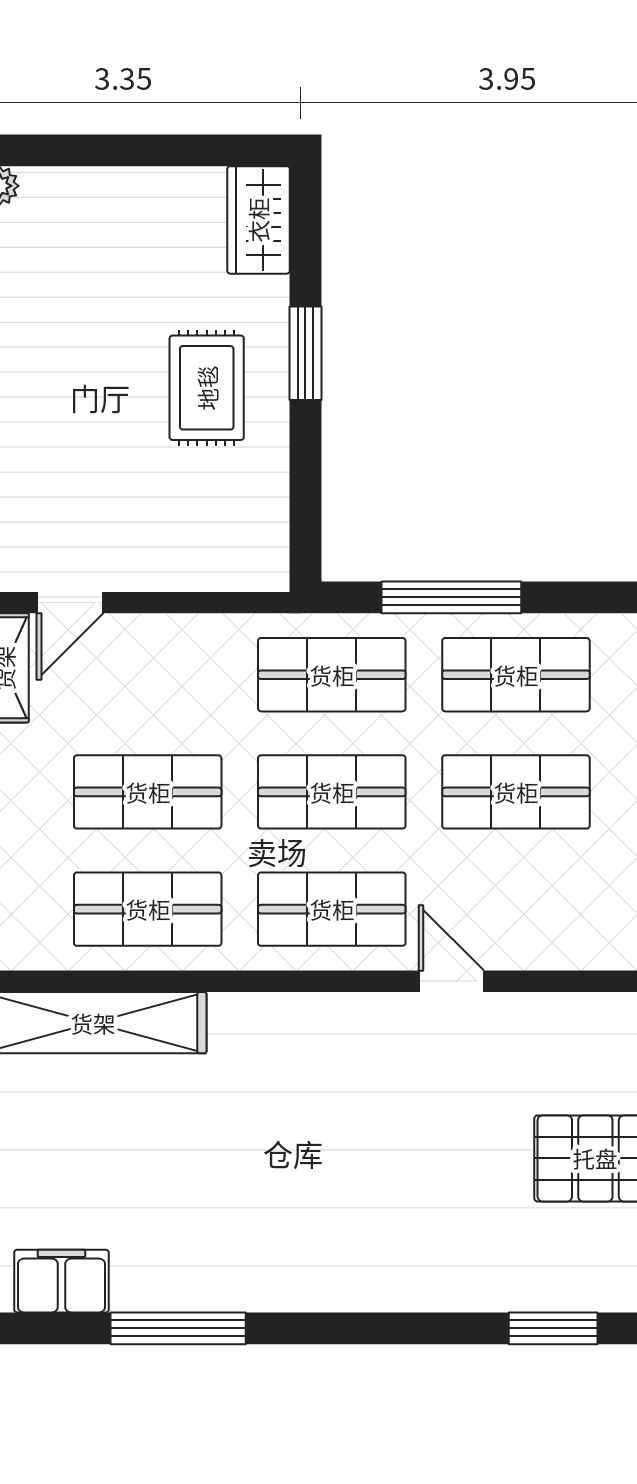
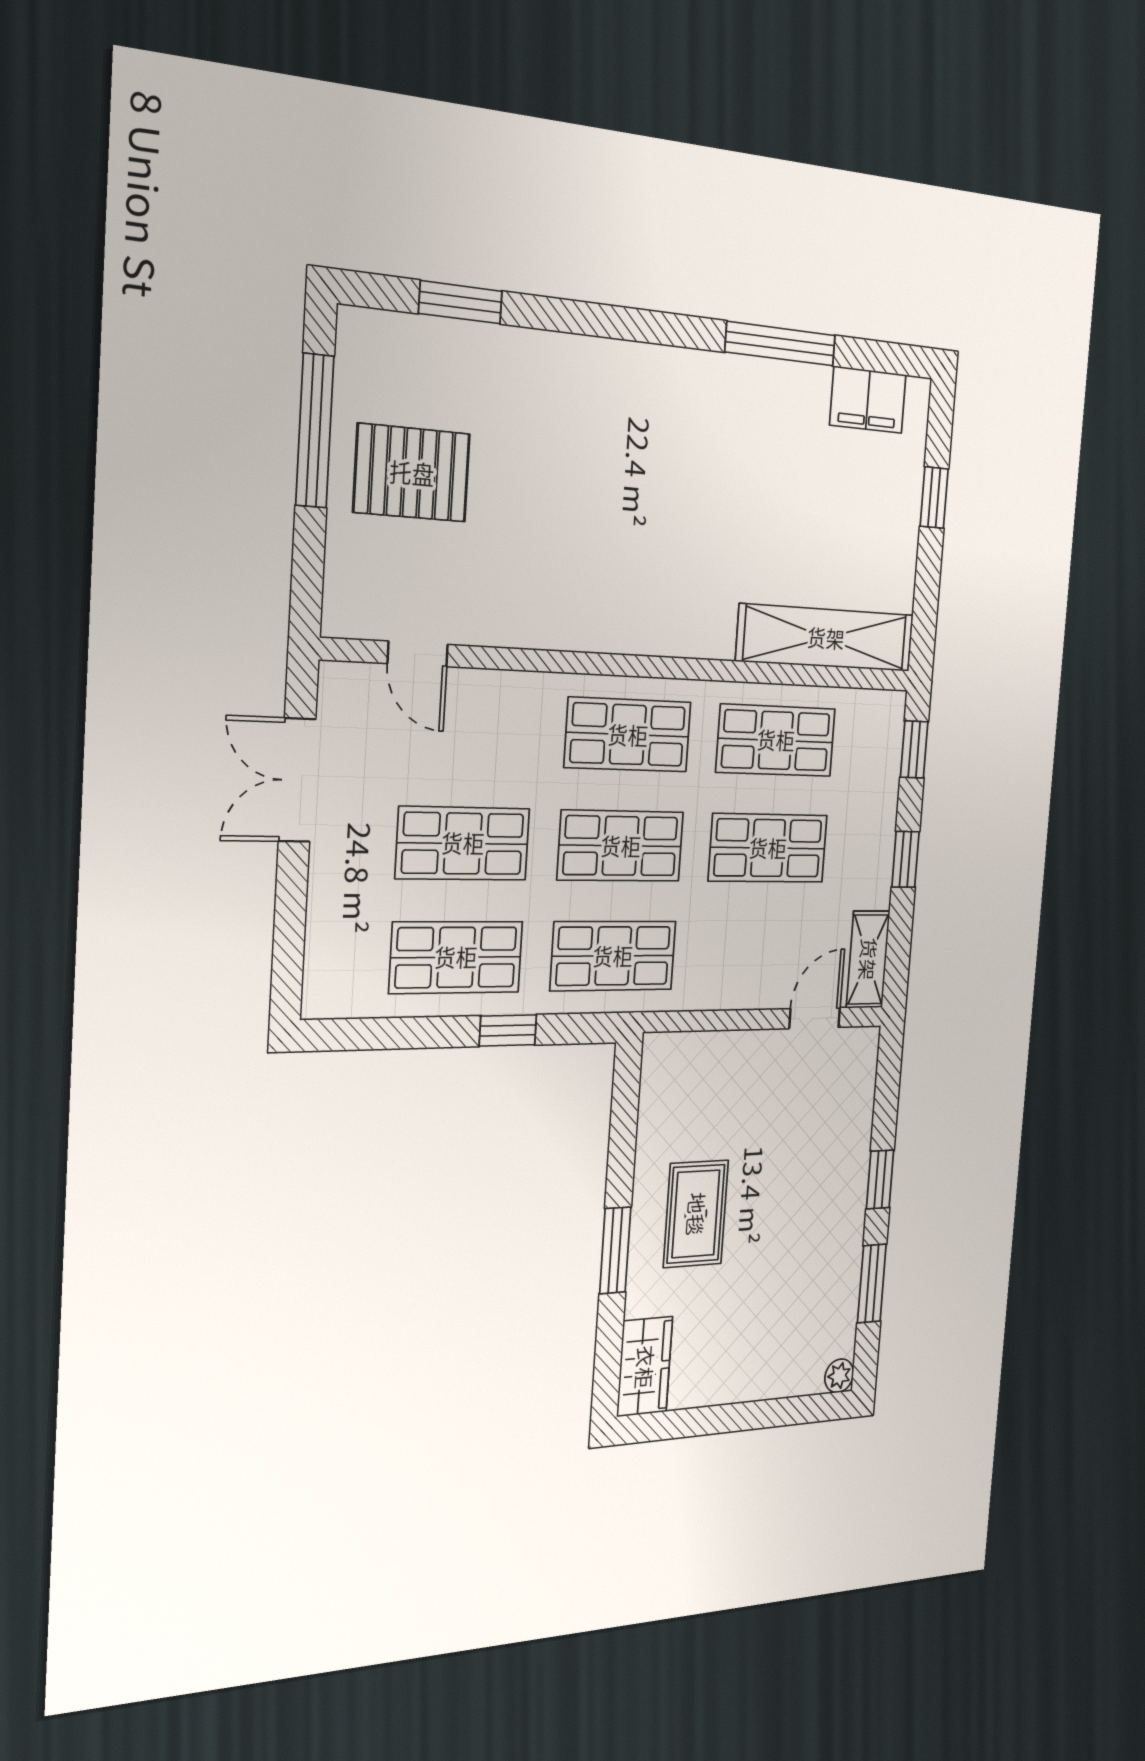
window: (451, 597) -> (508, 1030), width x0.46
door: (451, 981) -> (418, 654), moved

